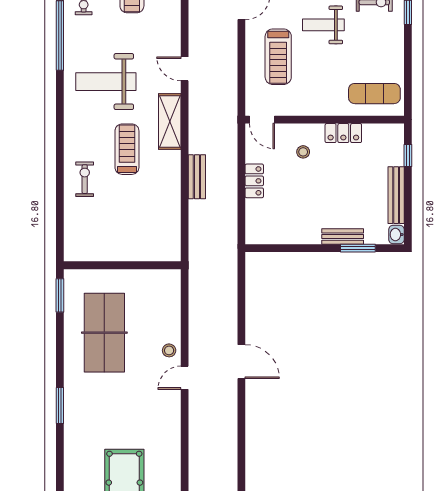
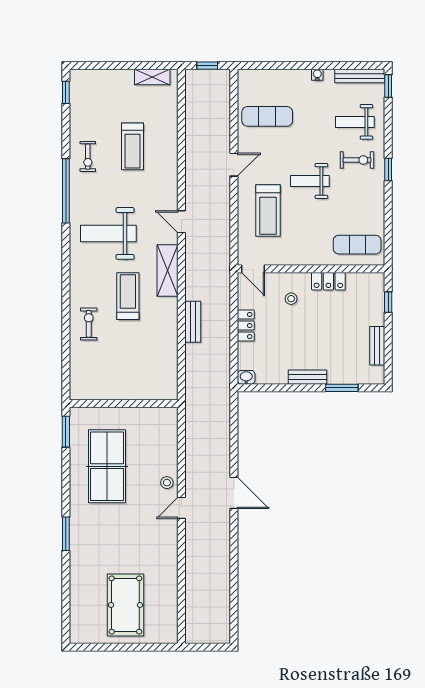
bench: (396, 195) -> (377, 346), width x0.73
washbasin: (396, 235) -> (246, 377), moved, turned 90
bench: (343, 237) -> (307, 377), moved

